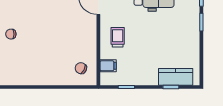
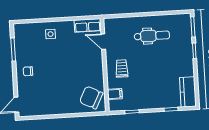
chair: (81, 68) -> (91, 98), width x1.87, depth x1.87
kitchen counter: (176, 77) -> (188, 92), moved, turned -90

